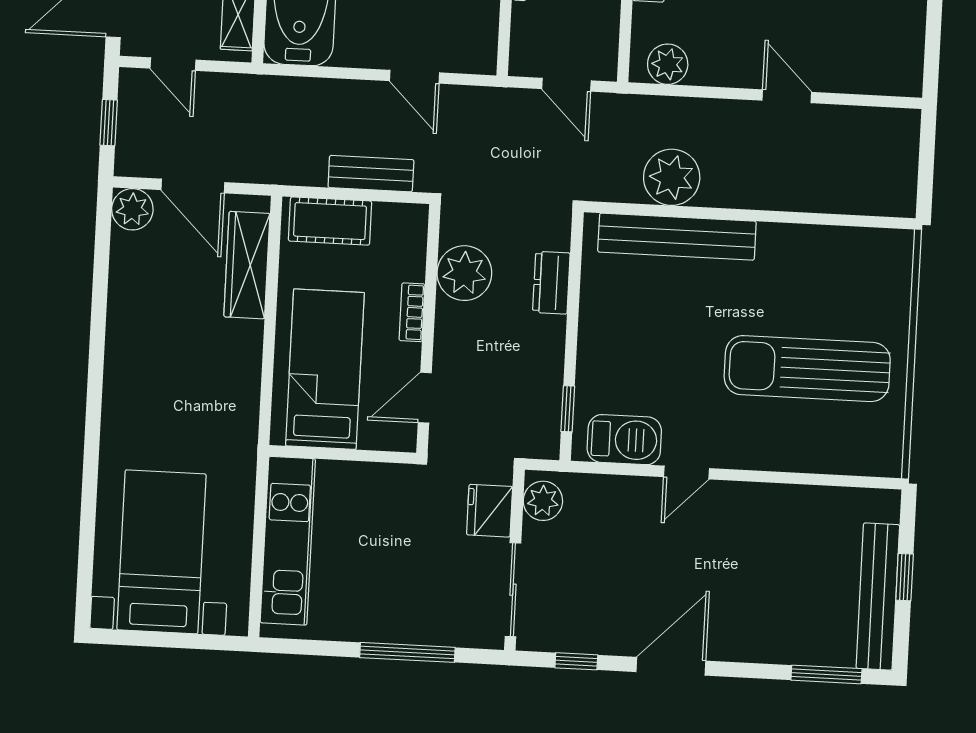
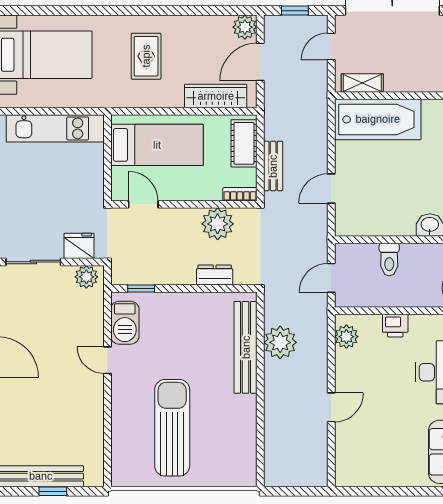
bookcase: (412, 312) -> (240, 194), moved
rug: (173, 380) -> (146, 56), added

